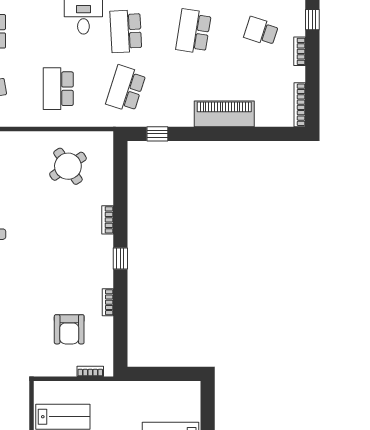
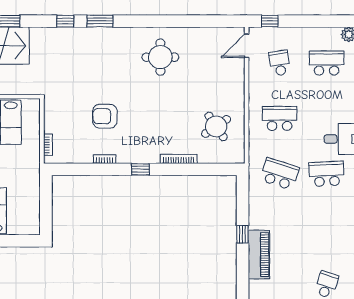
school desk: (193, 31) -> (327, 229), removed
window: (157, 134) -> (243, 234), moved
bookcase: (108, 220) -> (179, 159), width x1.56
armchair: (69, 329) -> (105, 116), moved

